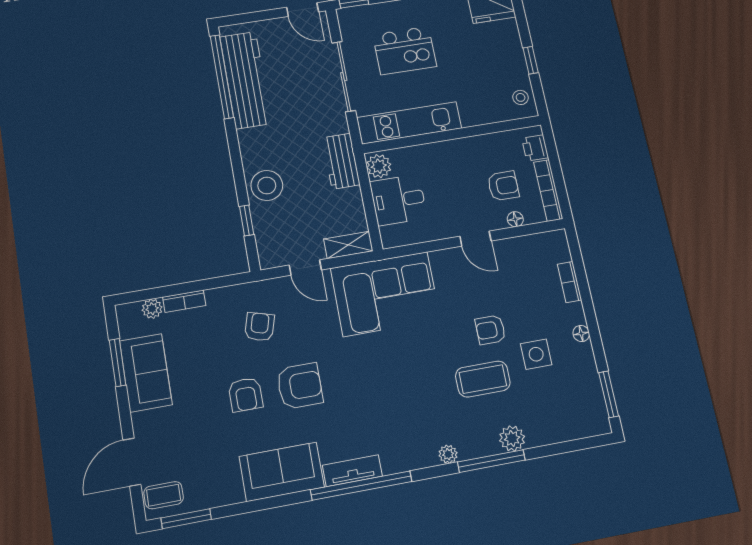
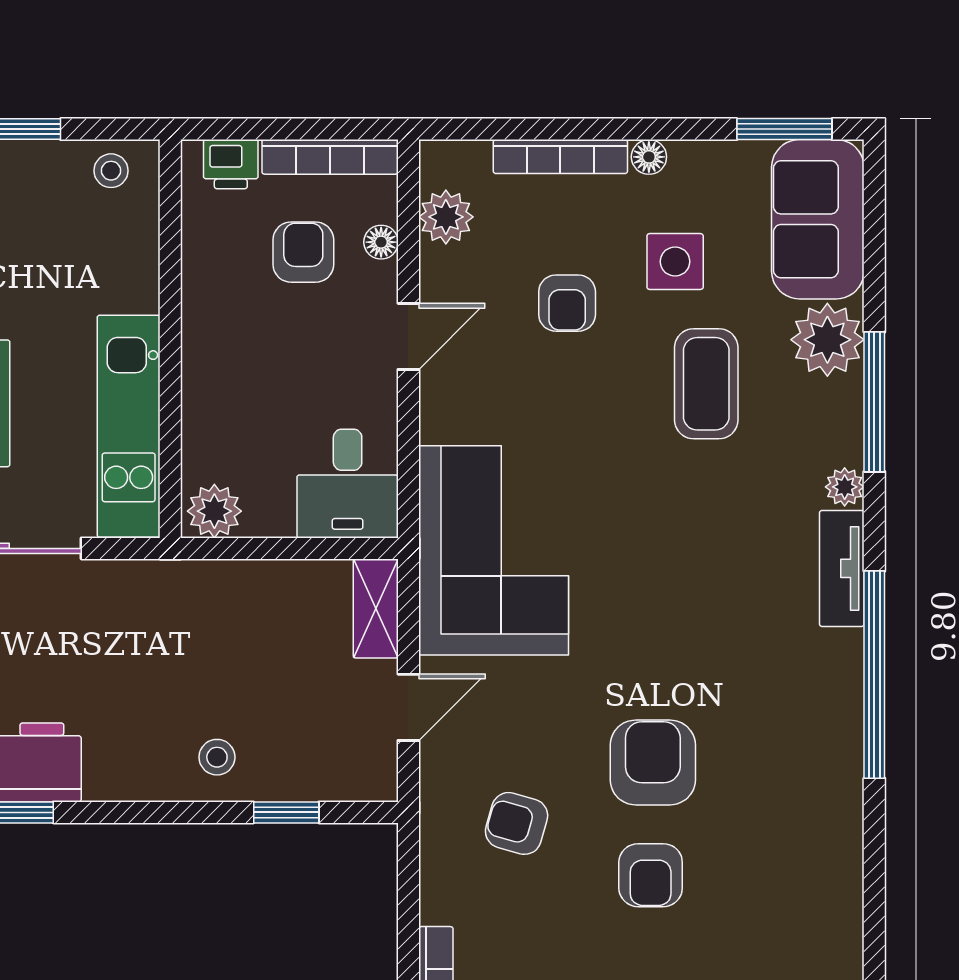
workbench: (341, 161) -> (190, 589), removed
stool: (267, 185) -> (217, 757), width x0.53, depth x0.53
desk: (398, 200) -> (348, 484), moved
plant: (533, 246) -> (446, 217), added
bookcase: (570, 282) -> (560, 157), width x1.56
armchair: (490, 330) -> (567, 303), moved
armchair: (246, 395) -> (651, 875), turned 90
plant: (512, 438) -> (827, 340), width x1.36, depth x1.36
tv unit: (352, 471) -> (842, 568), moved
sofa: (282, 472) -> (818, 219), moved

